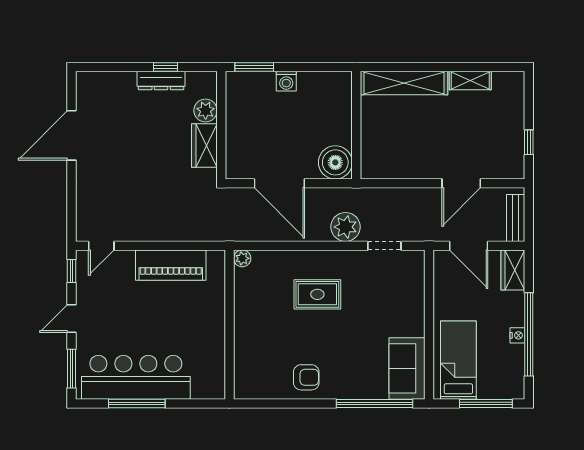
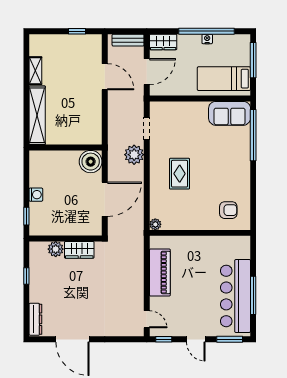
window: (254, 67) -> (26, 216), width x0.67
dresser: (161, 80) -> (35, 319), moved
armchair: (306, 377) -> (228, 210), moved, turned 90

